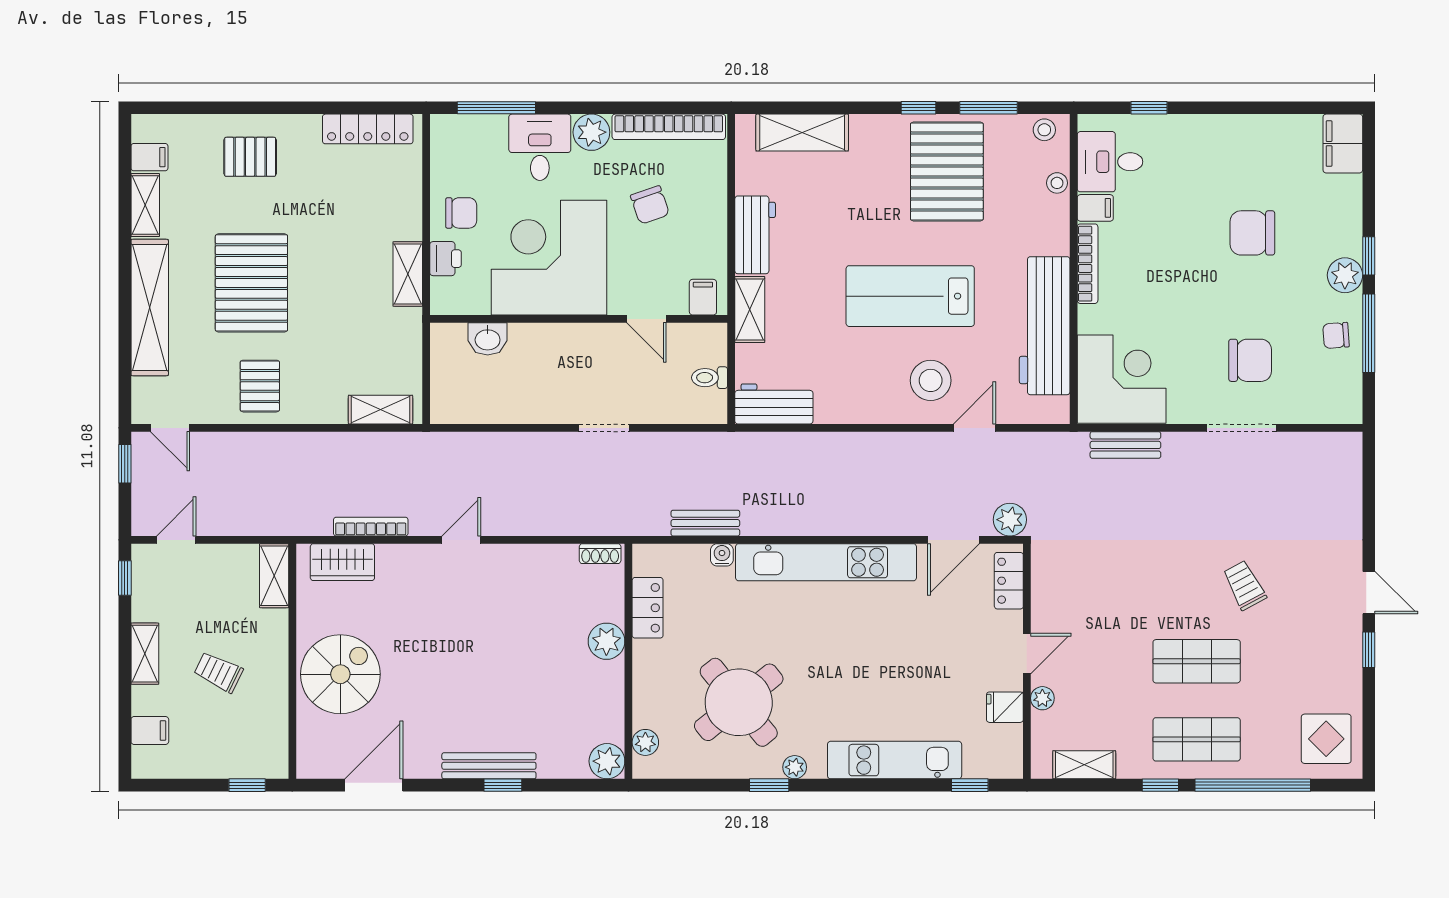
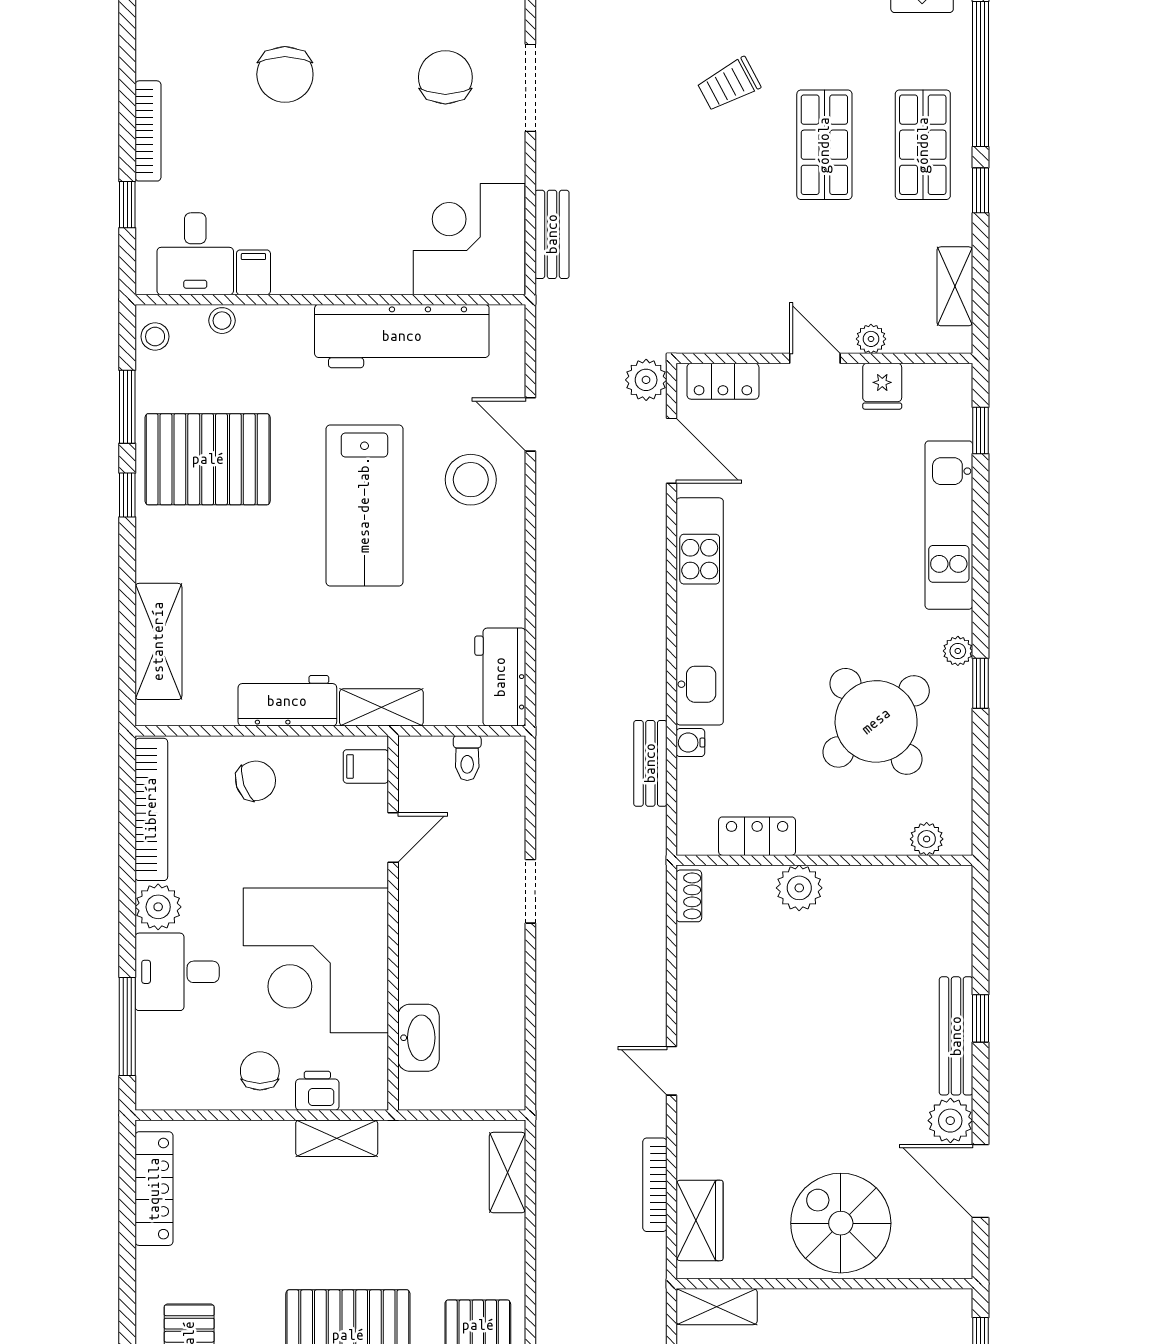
chair: (650, 205) -> (256, 781), moved
bookcase: (1088, 264) -> (148, 131), moved, turned 90
washbasin: (488, 339) -> (418, 1038), width x1.38
plant: (607, 761) -> (950, 1121), moved

